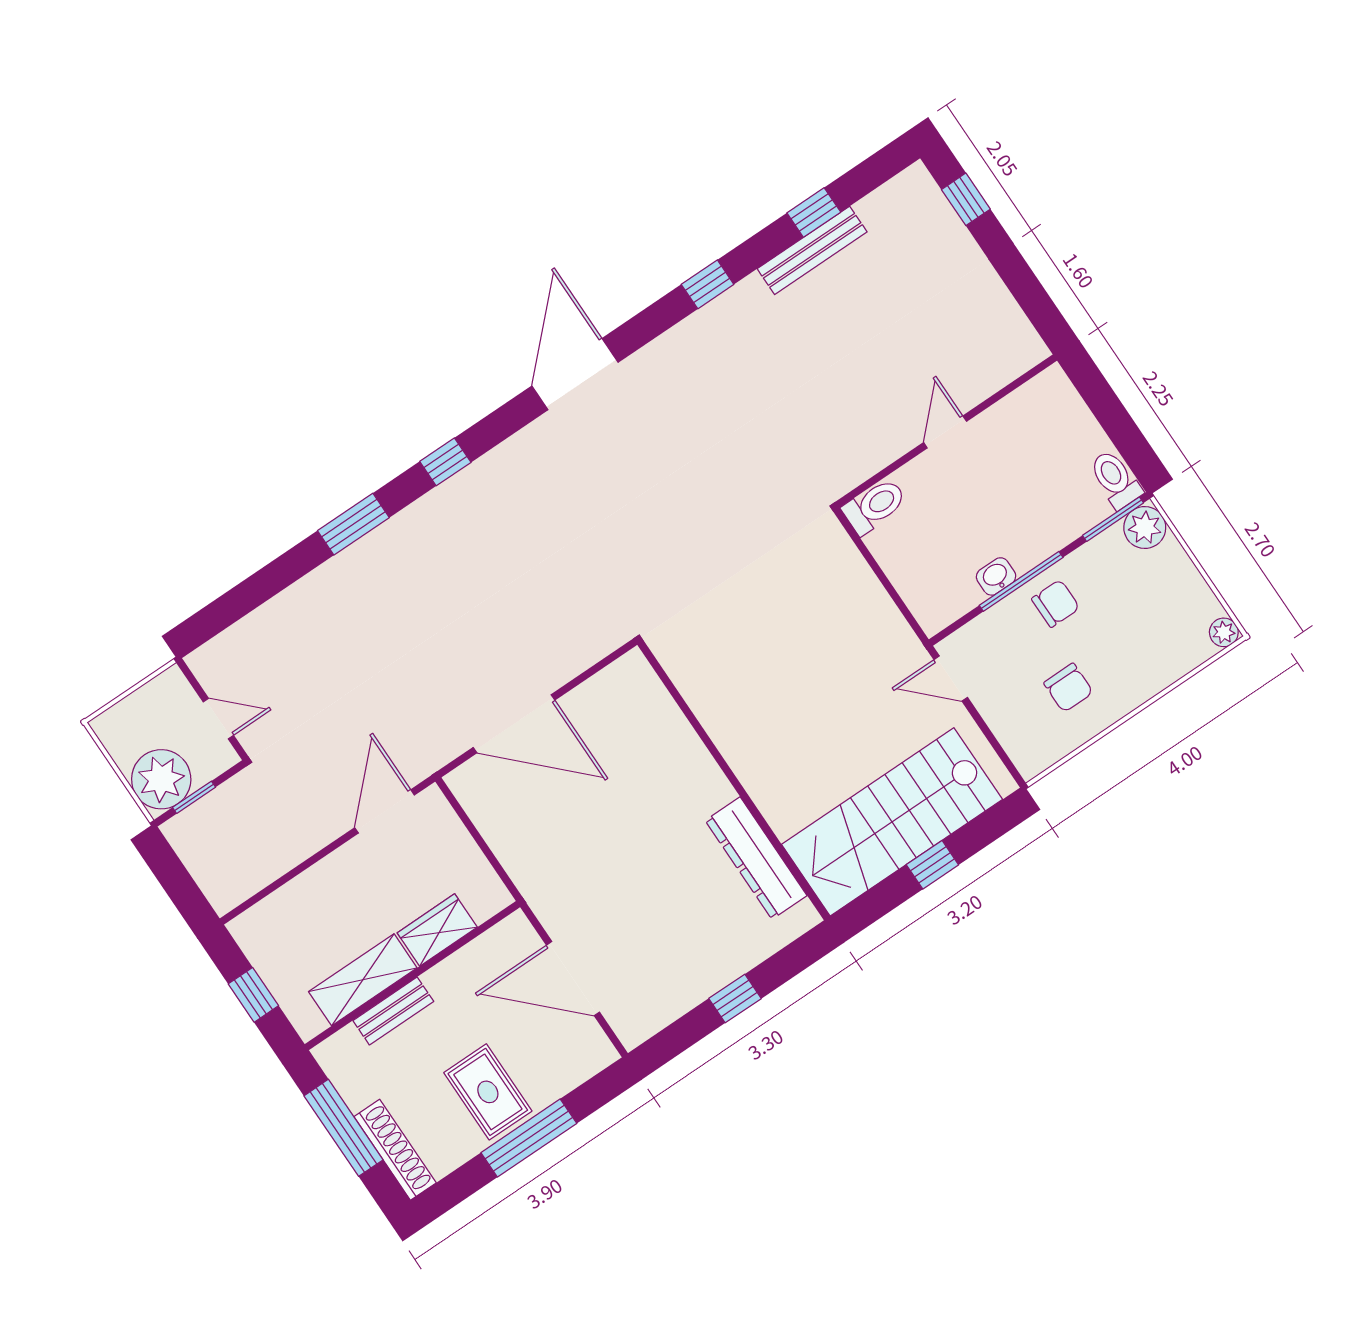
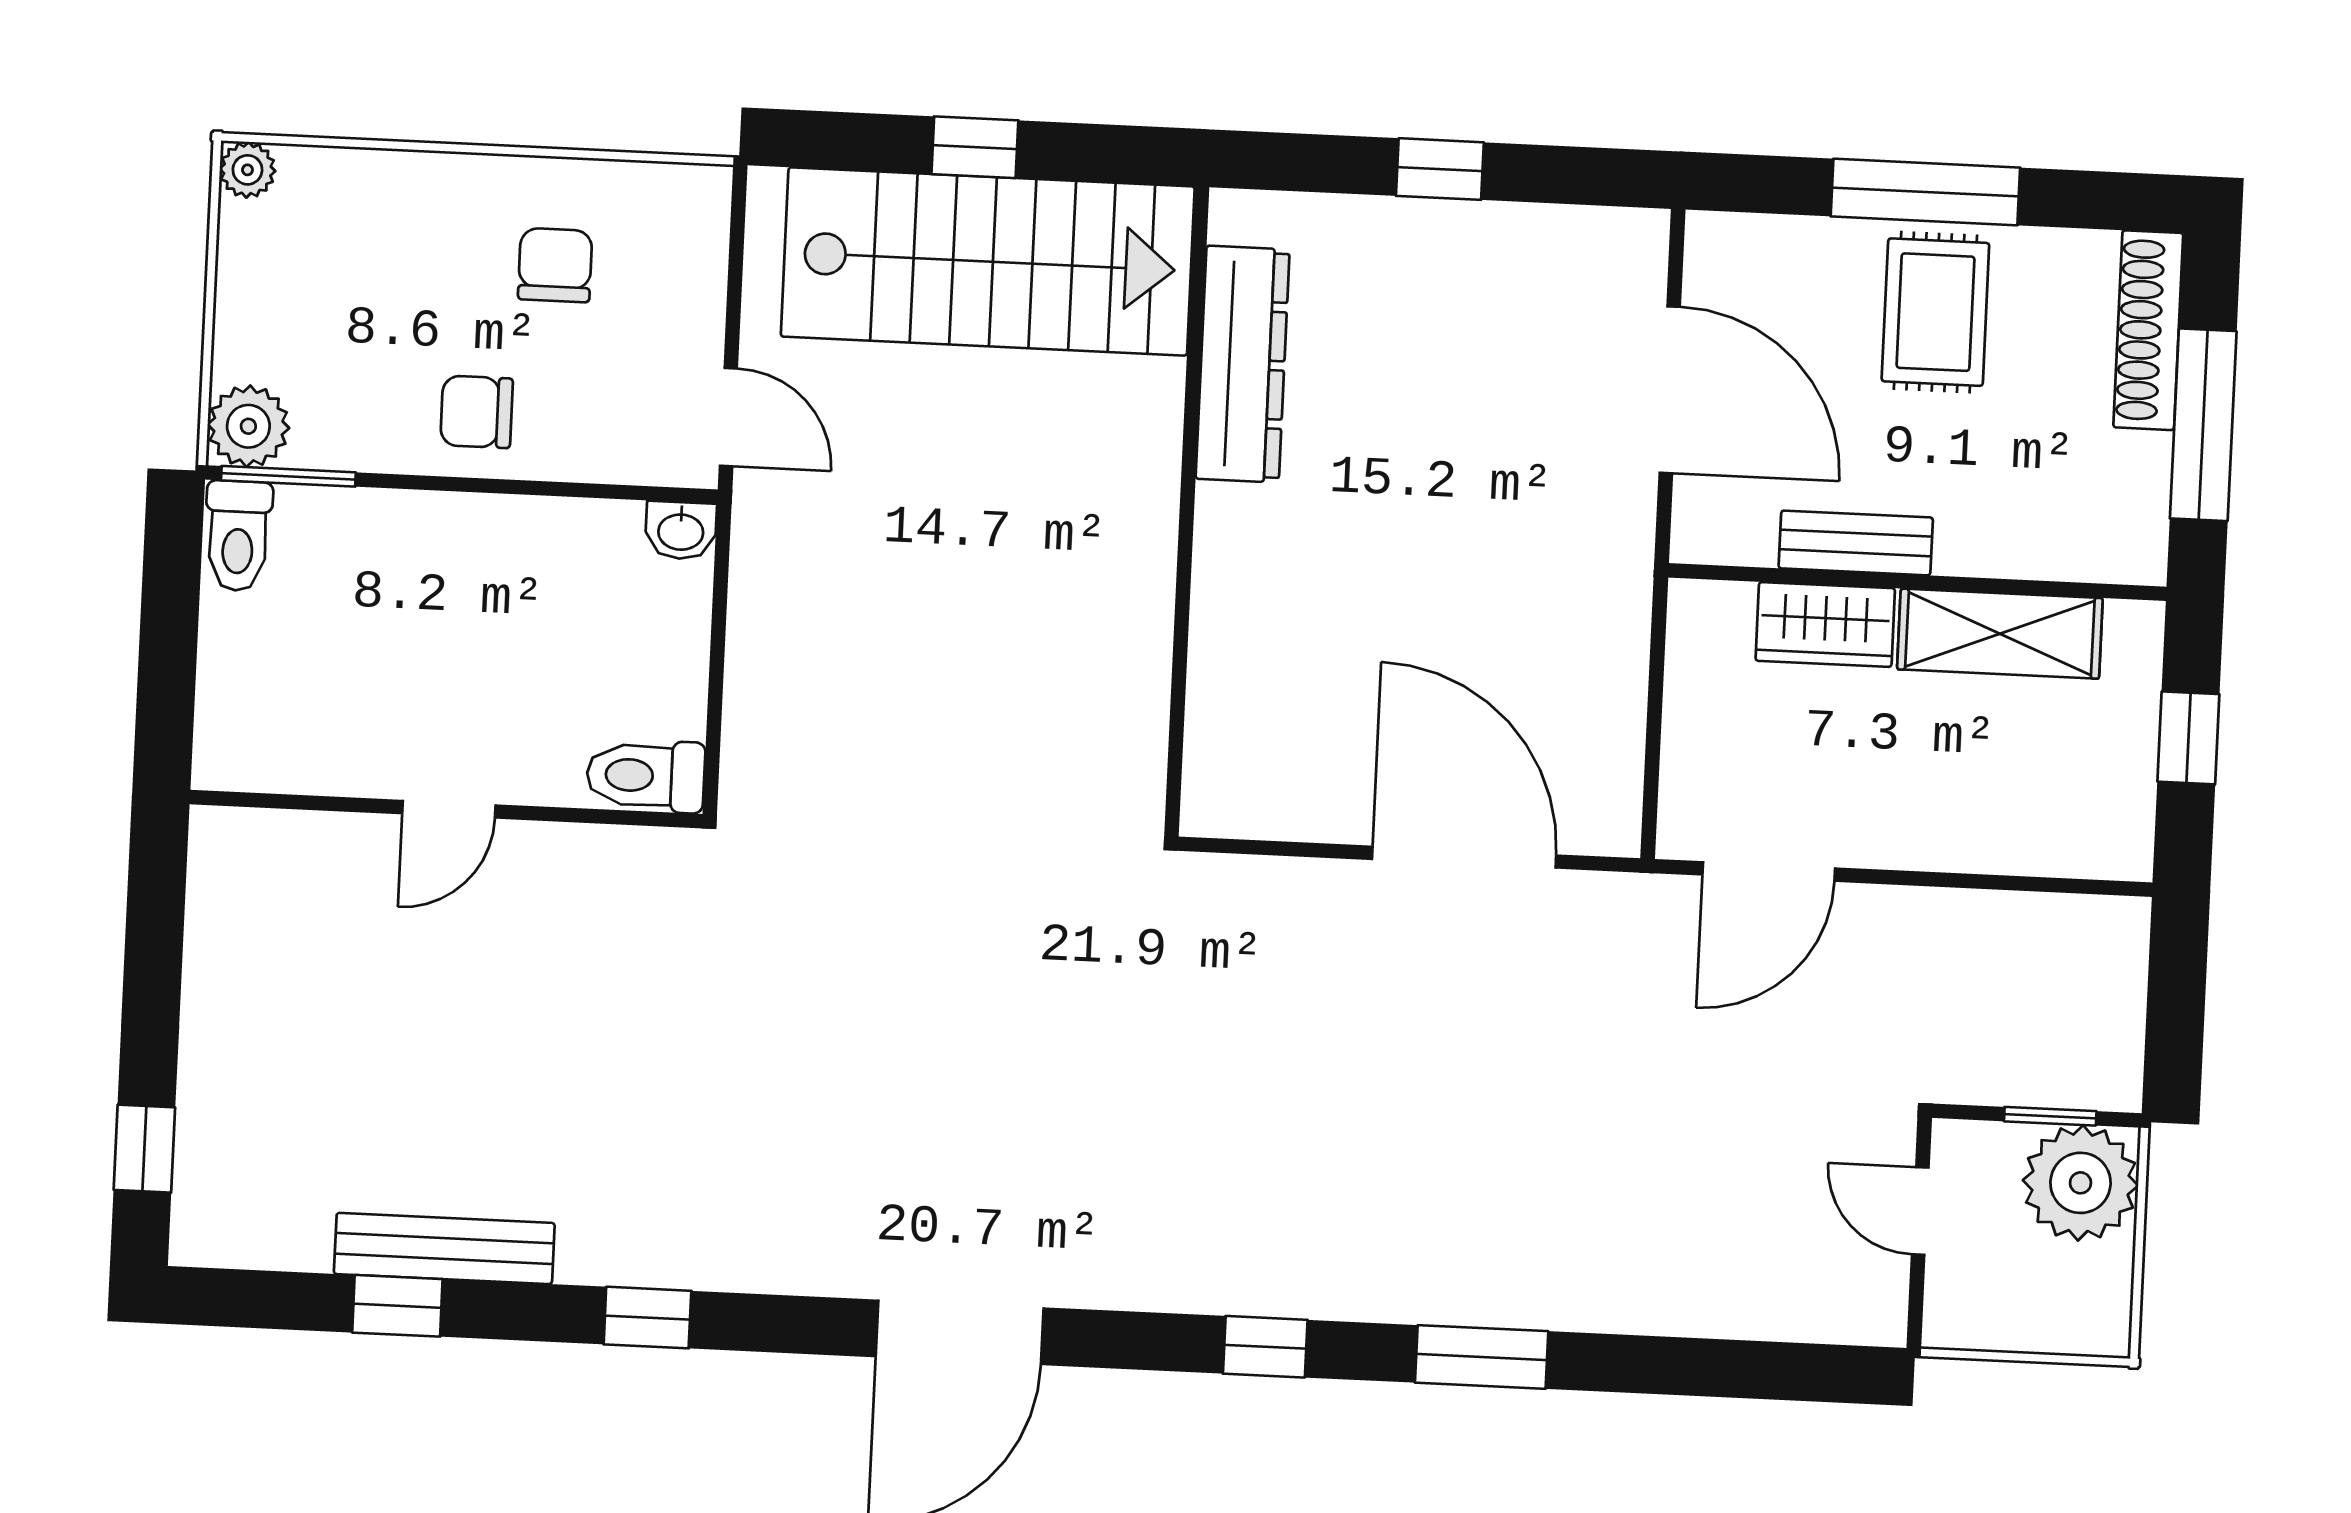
washbasin: (996, 576) -> (681, 530), moved
window: (1021, 581) -> (505, 487), removed
bench: (393, 1011) -> (1856, 543), moved

